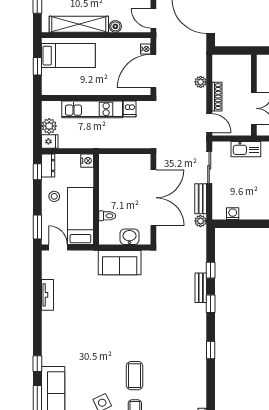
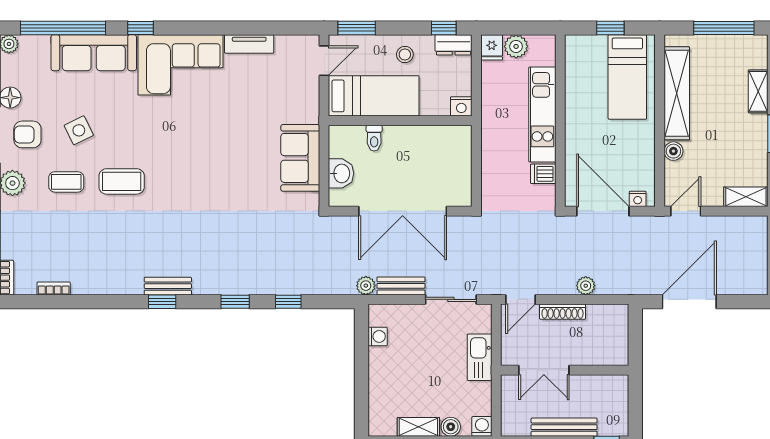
bench: (201, 288) -> (168, 286), moved
corner sofa: (61, 338) -> (180, 65), added

